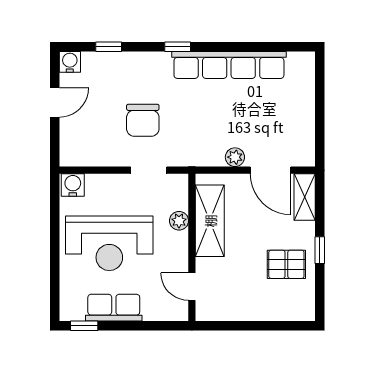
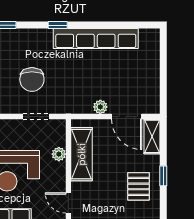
pallet: (286, 264) -> (138, 186), turned 90

